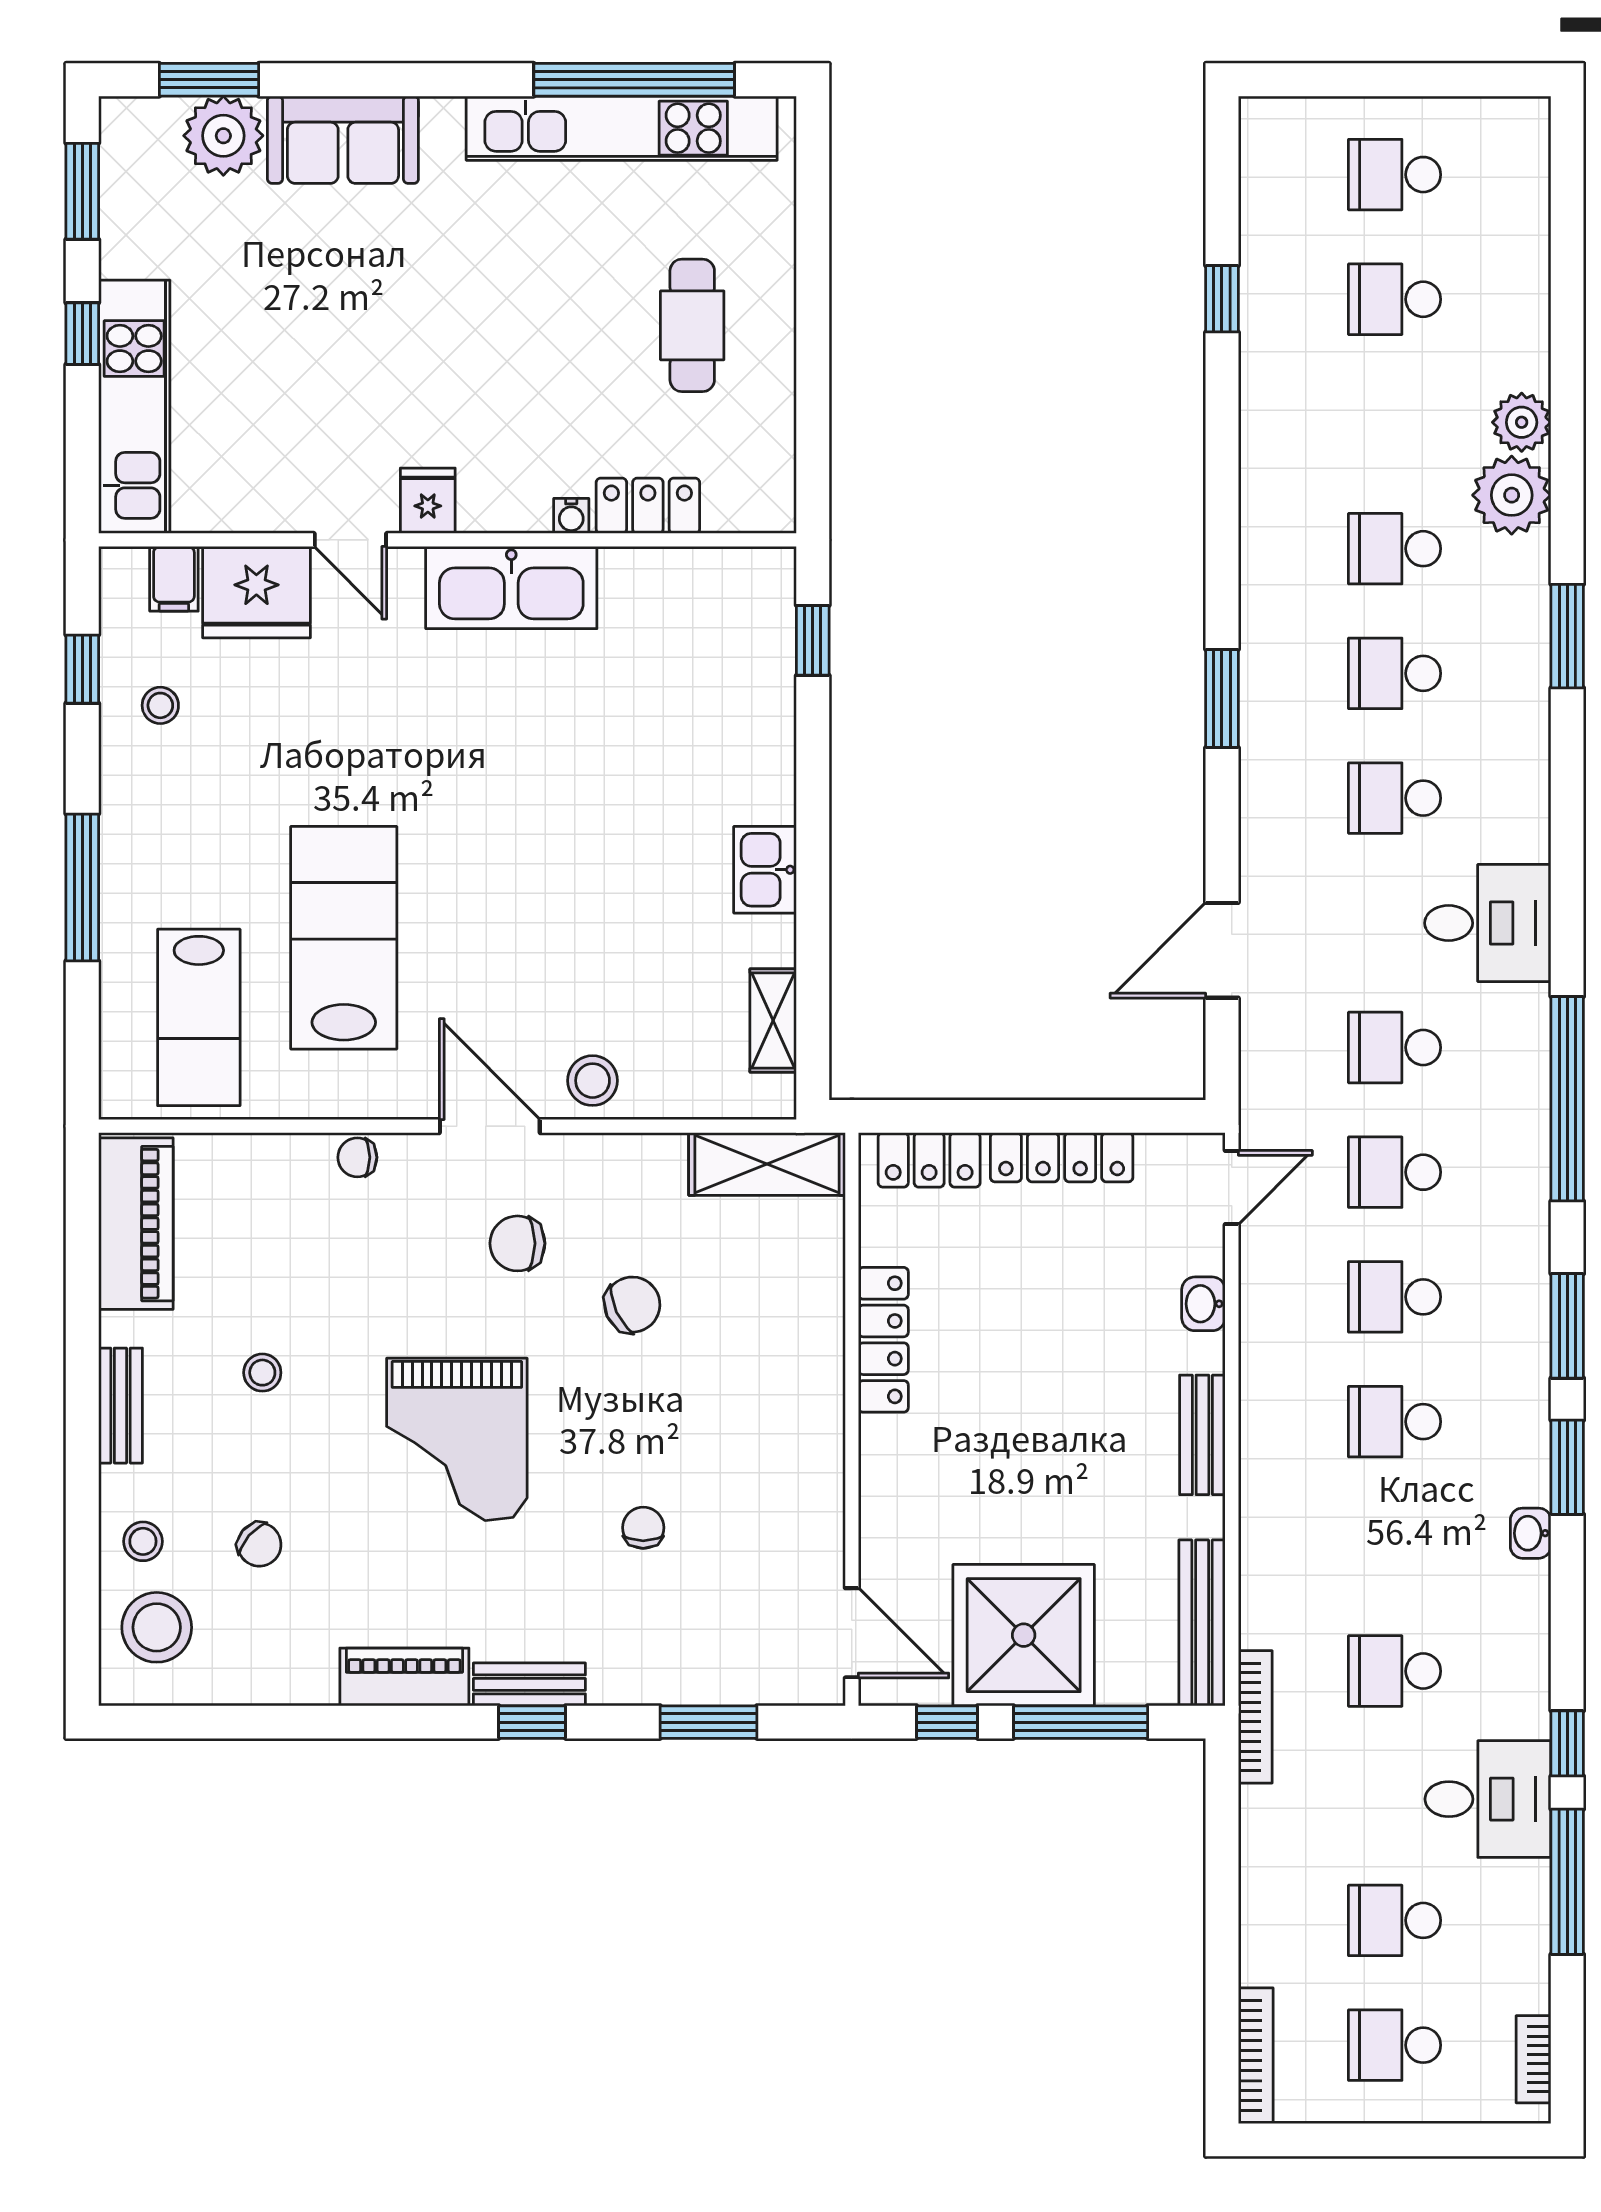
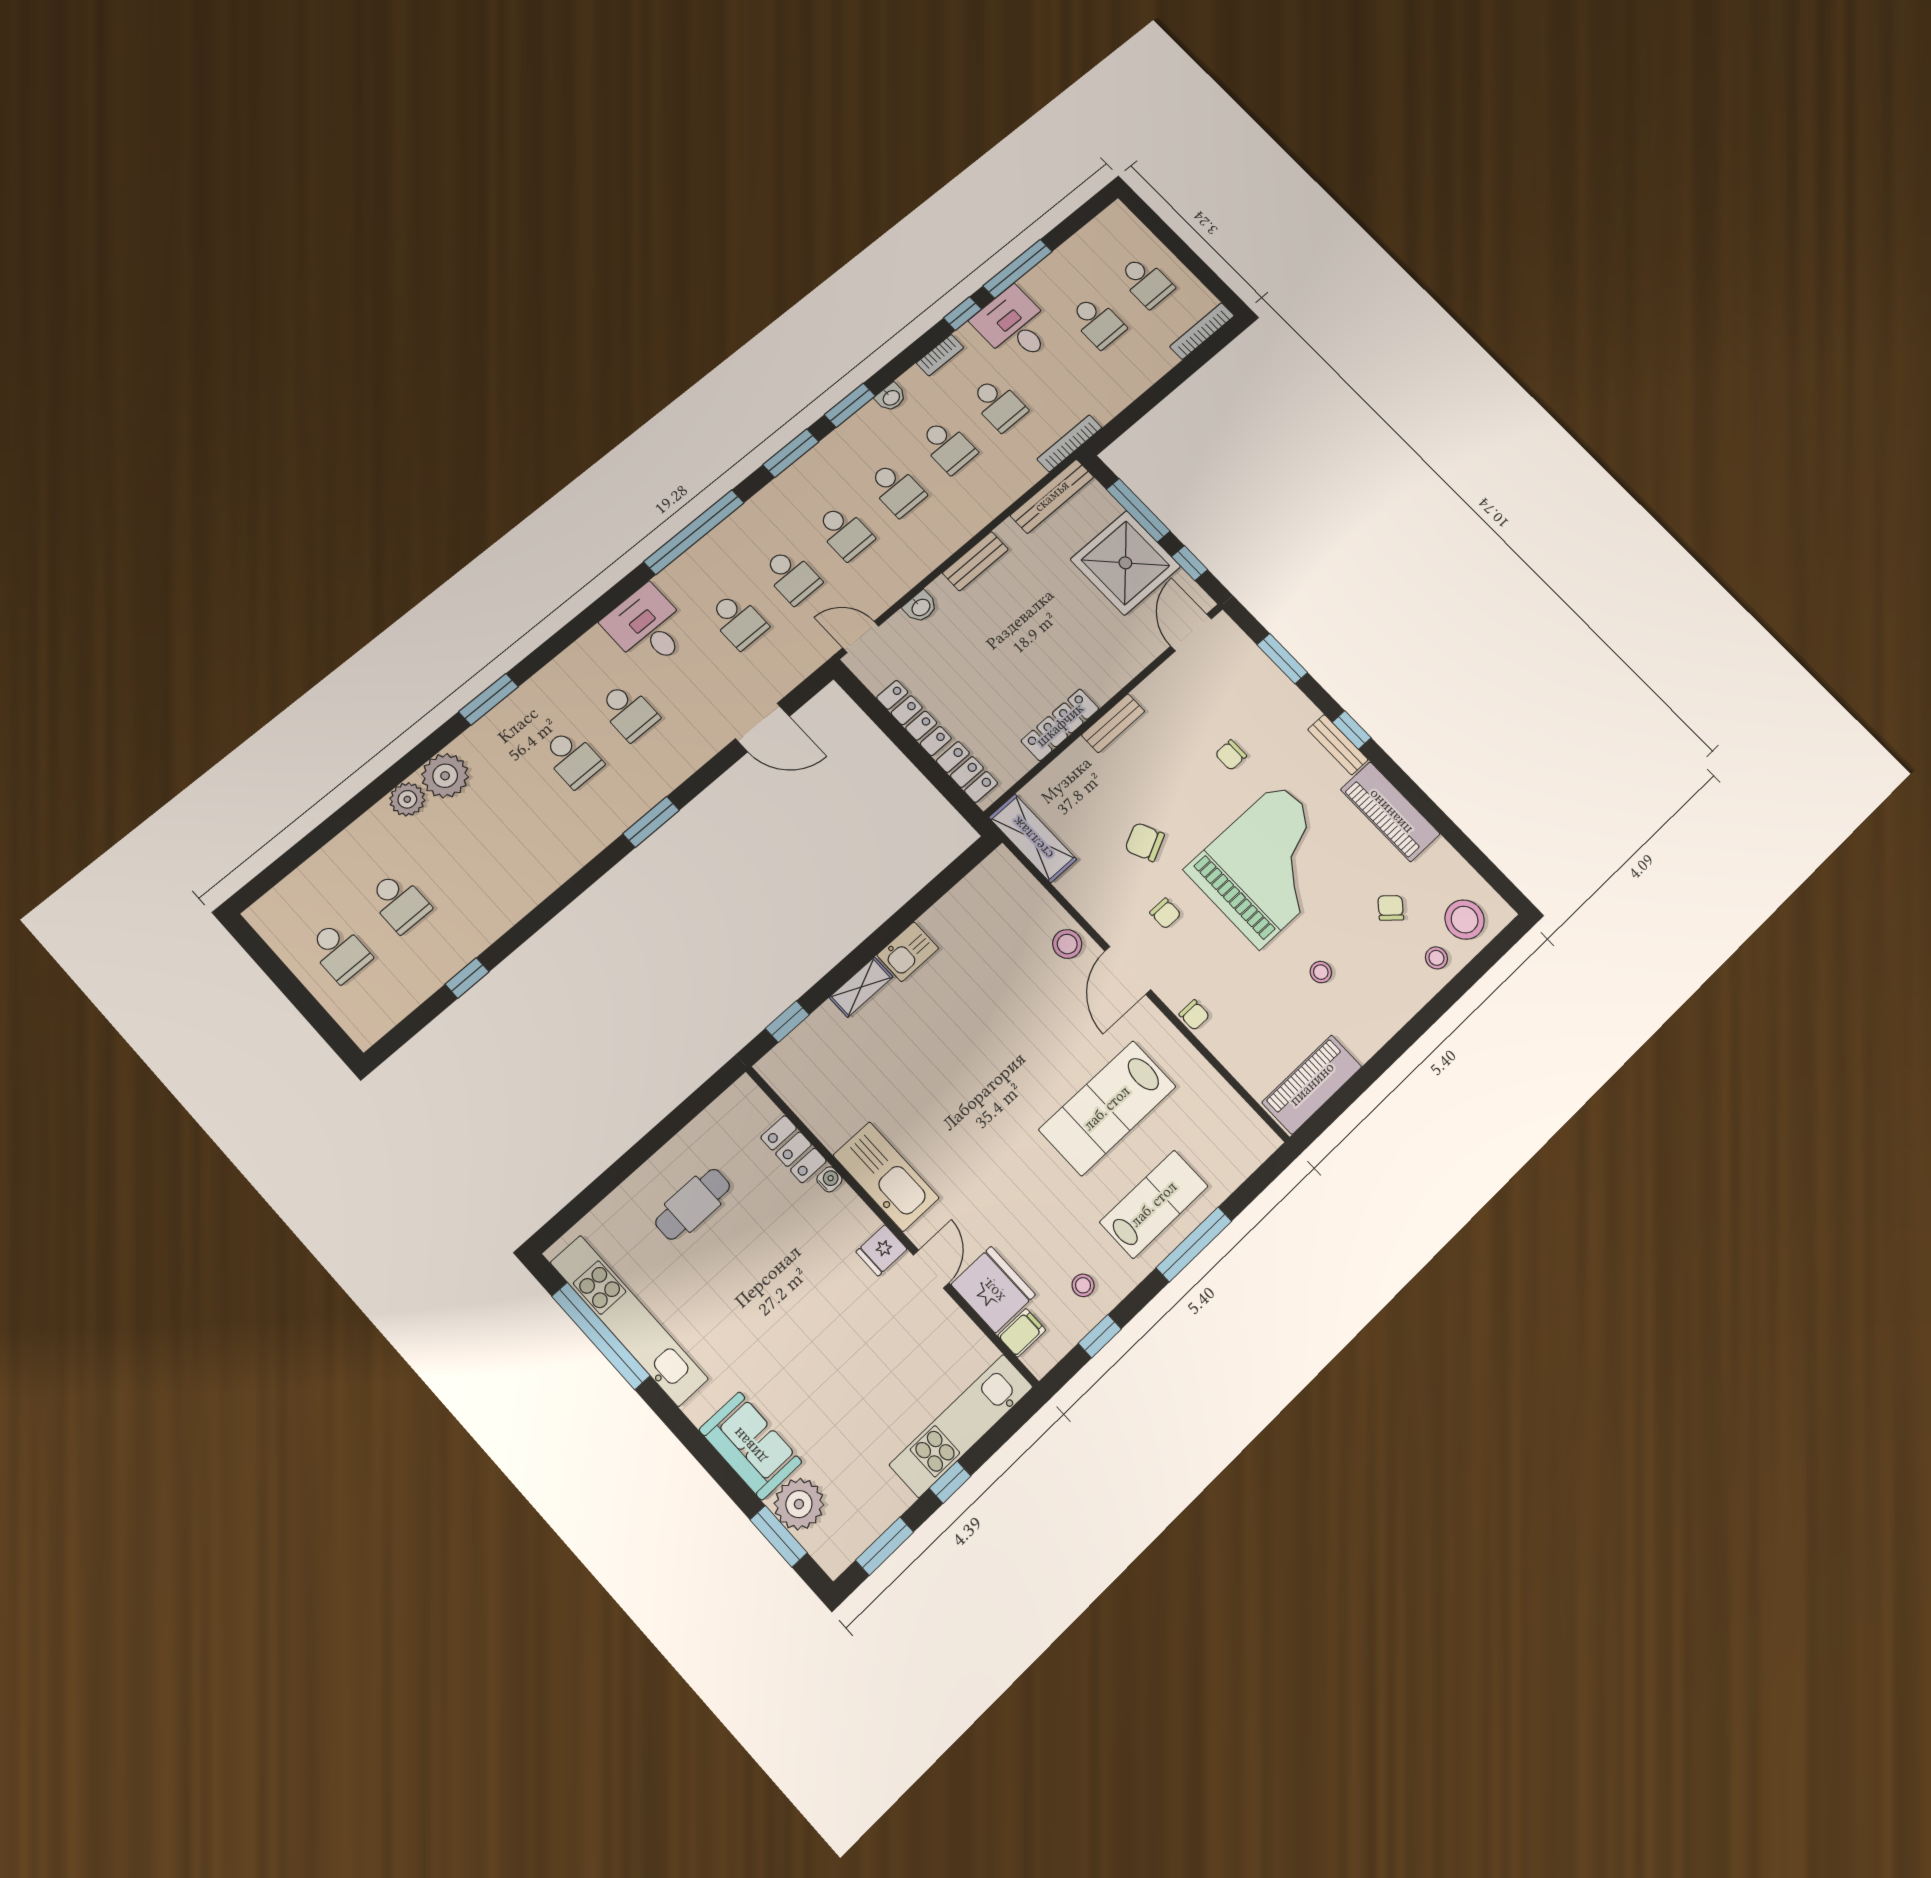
school desk: (1395, 549) -> (948, 446), moved
lab bench: (199, 1017) -> (1154, 1204), moved
shelving: (773, 1021) -> (861, 987), moved
chair: (517, 1243) -> (1165, 913), width x0.73, depth x0.73
bench: (120, 1406) -> (1113, 723), moved
grand piano: (457, 1439) -> (1269, 865), width x1.37, depth x1.48
piano: (404, 1677) -> (1390, 812), width x1.37, depth x1.33
bookcase: (1533, 2059) -> (940, 355), moved

